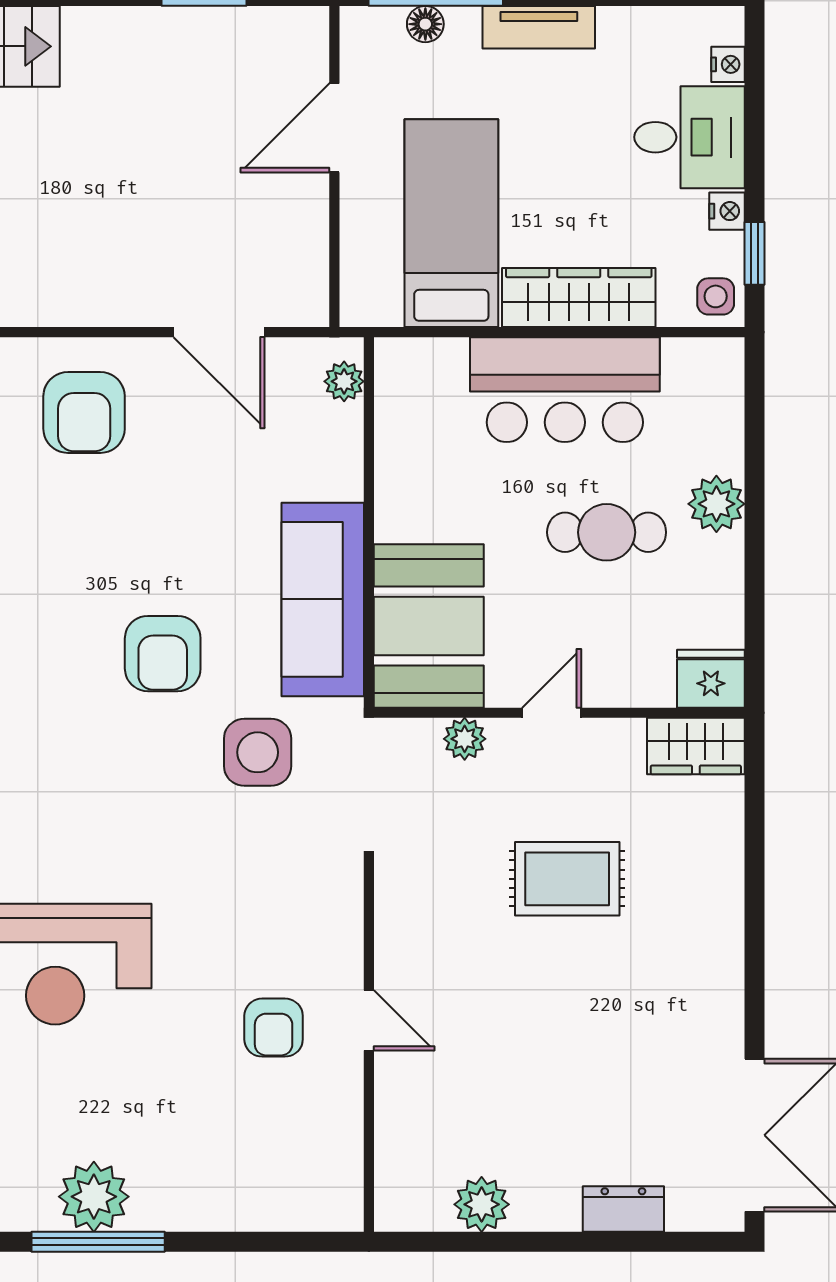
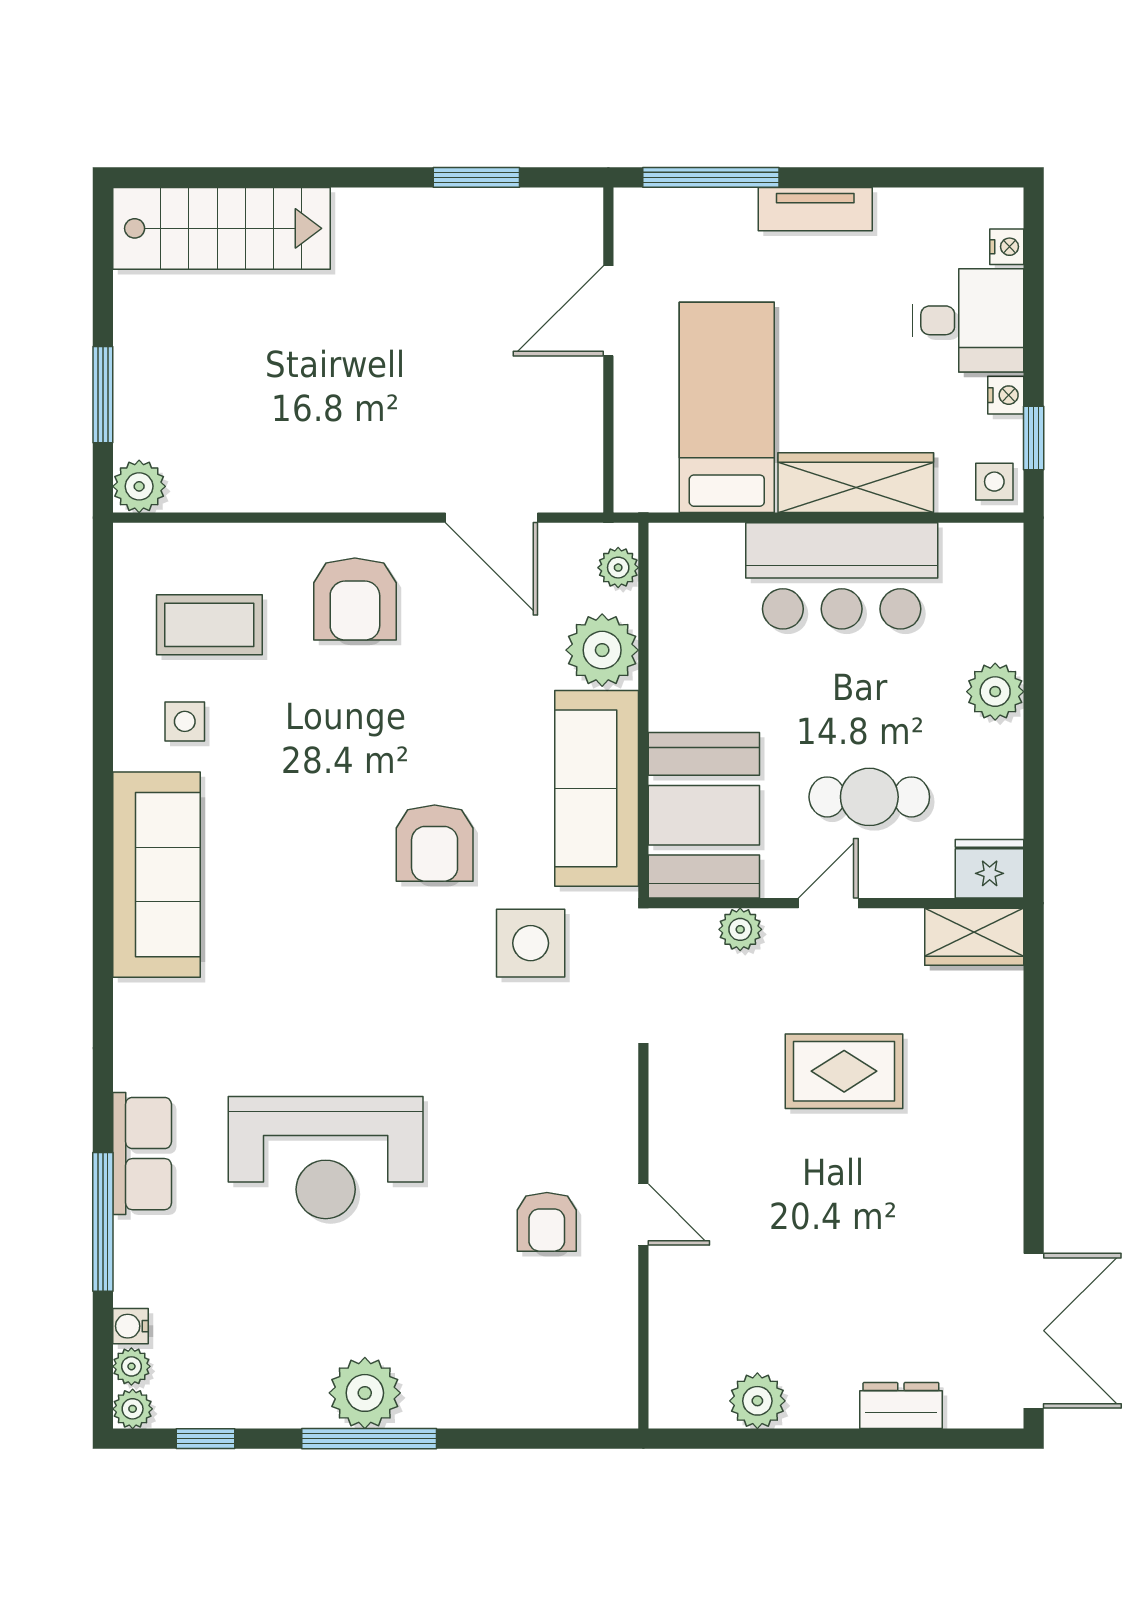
floor lamp: (425, 24) -> (700, 206), removed
plant: (328, 463) -> (602, 650), added
cafe table: (607, 532) -> (869, 797), moved

